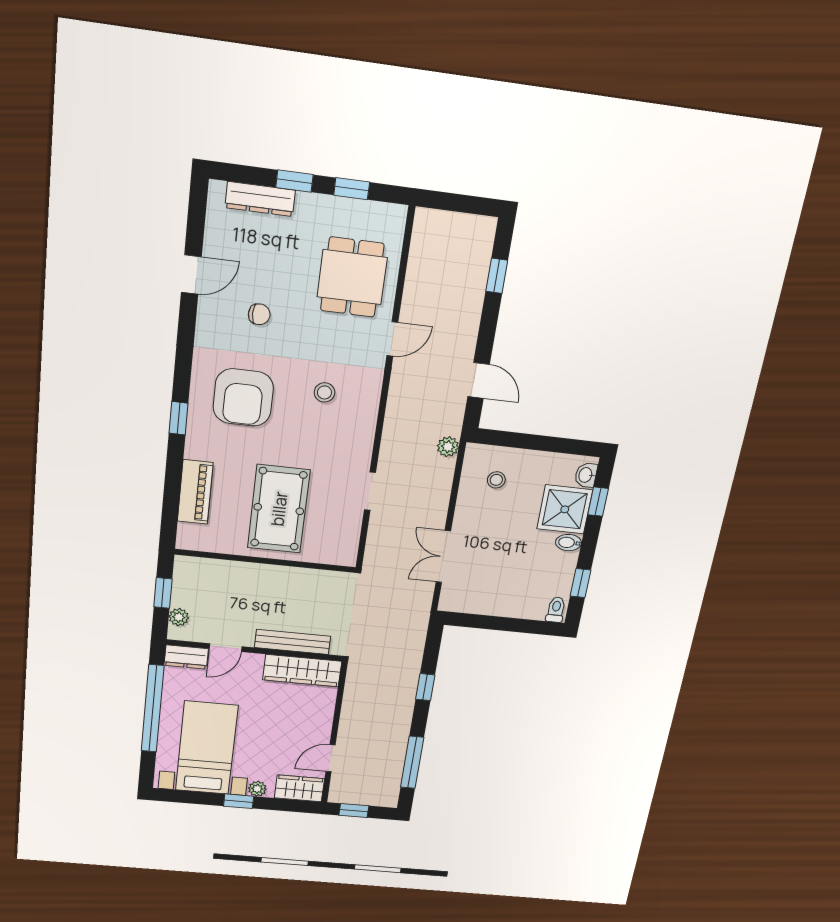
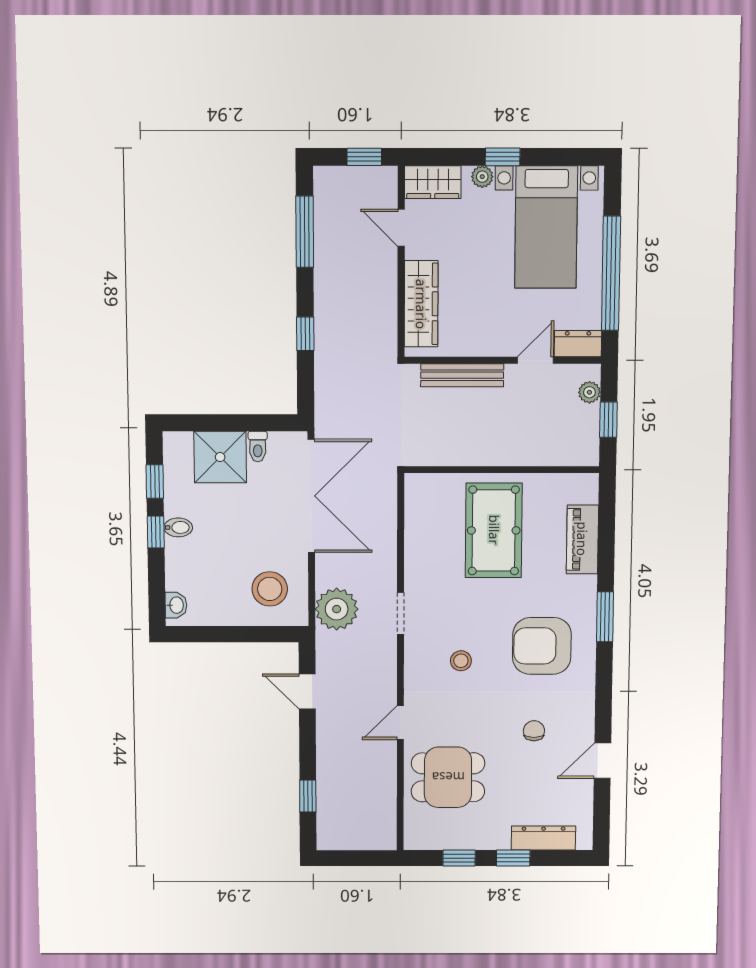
dining table: (352, 277) -> (448, 777), turned 90
chair: (259, 314) -> (534, 731), turned 90
armchair: (243, 397) -> (542, 646), turned -90
window: (178, 418) -> (605, 617), width x1.50
plant: (448, 447) -> (337, 609), width x1.87, depth x1.87
stool: (496, 480) -> (270, 589), width x1.89, depth x1.89
doorway: (370, 491) -> (401, 614), moved
window: (598, 502) -> (156, 532), moved
shower: (565, 509) -> (220, 457), moved
double door: (443, 557) -> (311, 496), width x1.87
toilet: (556, 610) -> (258, 447), moved
wardrobe: (302, 671) -> (421, 304), moved, turned 90
door: (331, 758) -> (401, 228), swing flipped

